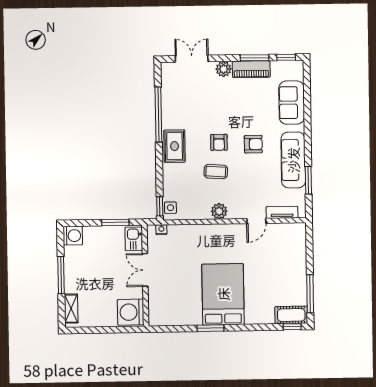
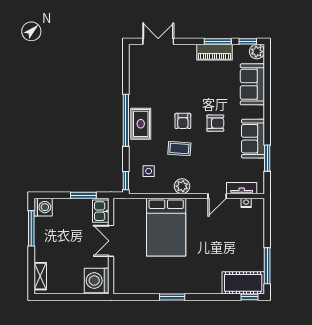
plant: (224, 69) -> (257, 52), moved
window: (158, 115) -> (126, 120), moved
sofa: (293, 160) -> (253, 139), width x0.73
side table: (170, 208) -> (149, 171), moved
nightstand: (161, 230) -> (246, 203), moved
window: (61, 275) -> (31, 228), moved
bed: (223, 294) -> (166, 227), moved, turned 180
cot: (291, 315) -> (243, 283), width x1.37, depth x1.34

